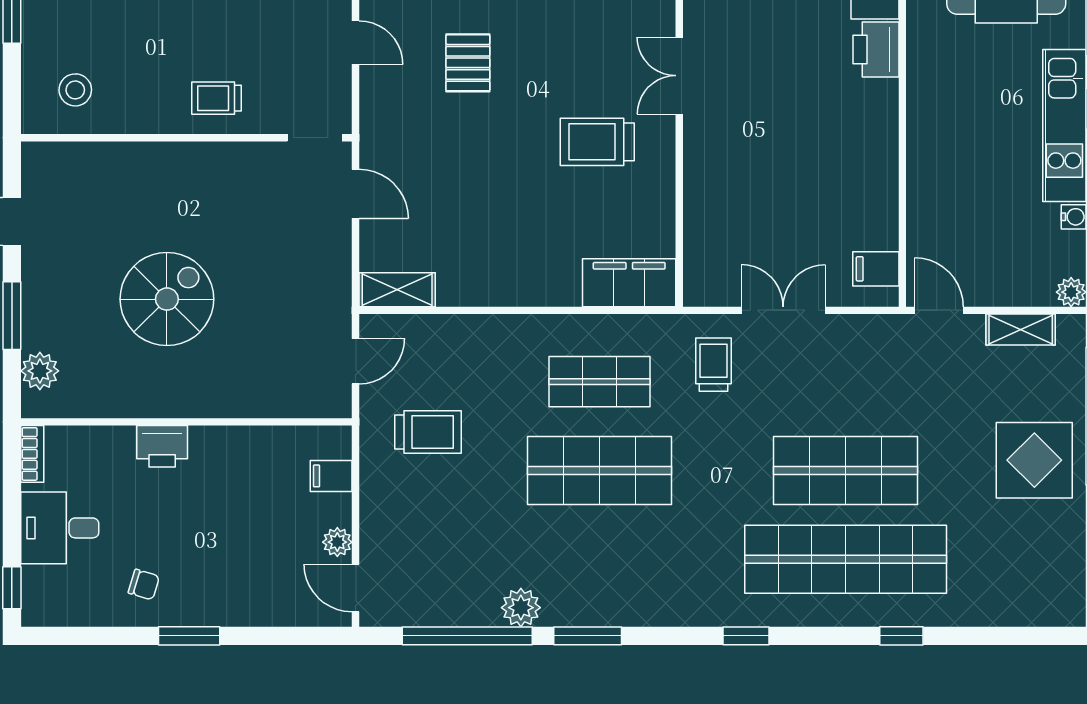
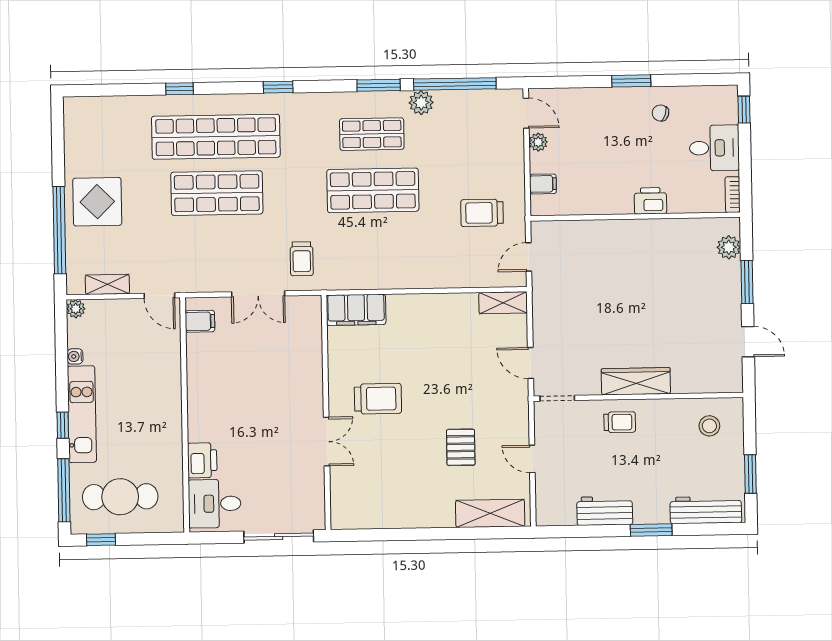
wardrobe: (190, 162) -> (636, 381), added
spiral stairs: (167, 299) -> (649, 294), removed
shop shelf: (599, 382) -> (372, 134), moved

